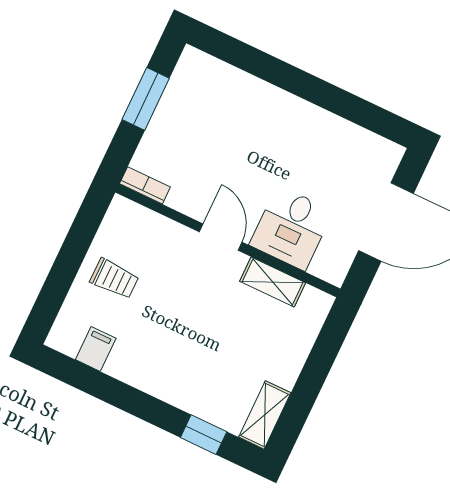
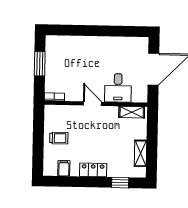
shelving: (273, 282) -> (132, 112), moved
locker: (157, 381) -> (93, 170), added
shelving: (265, 415) -> (140, 153), moved

